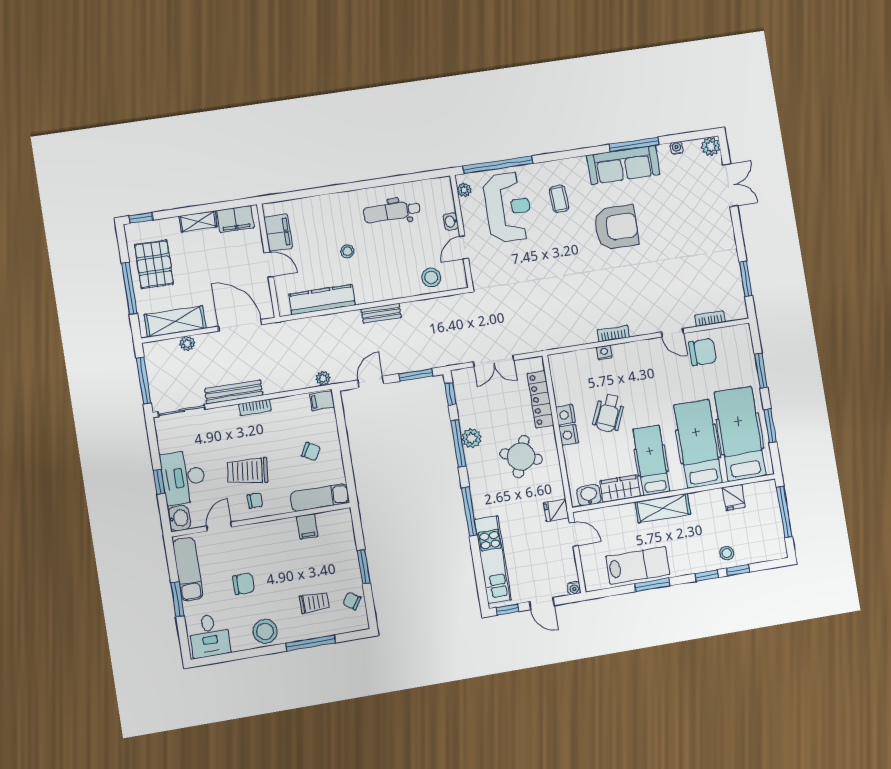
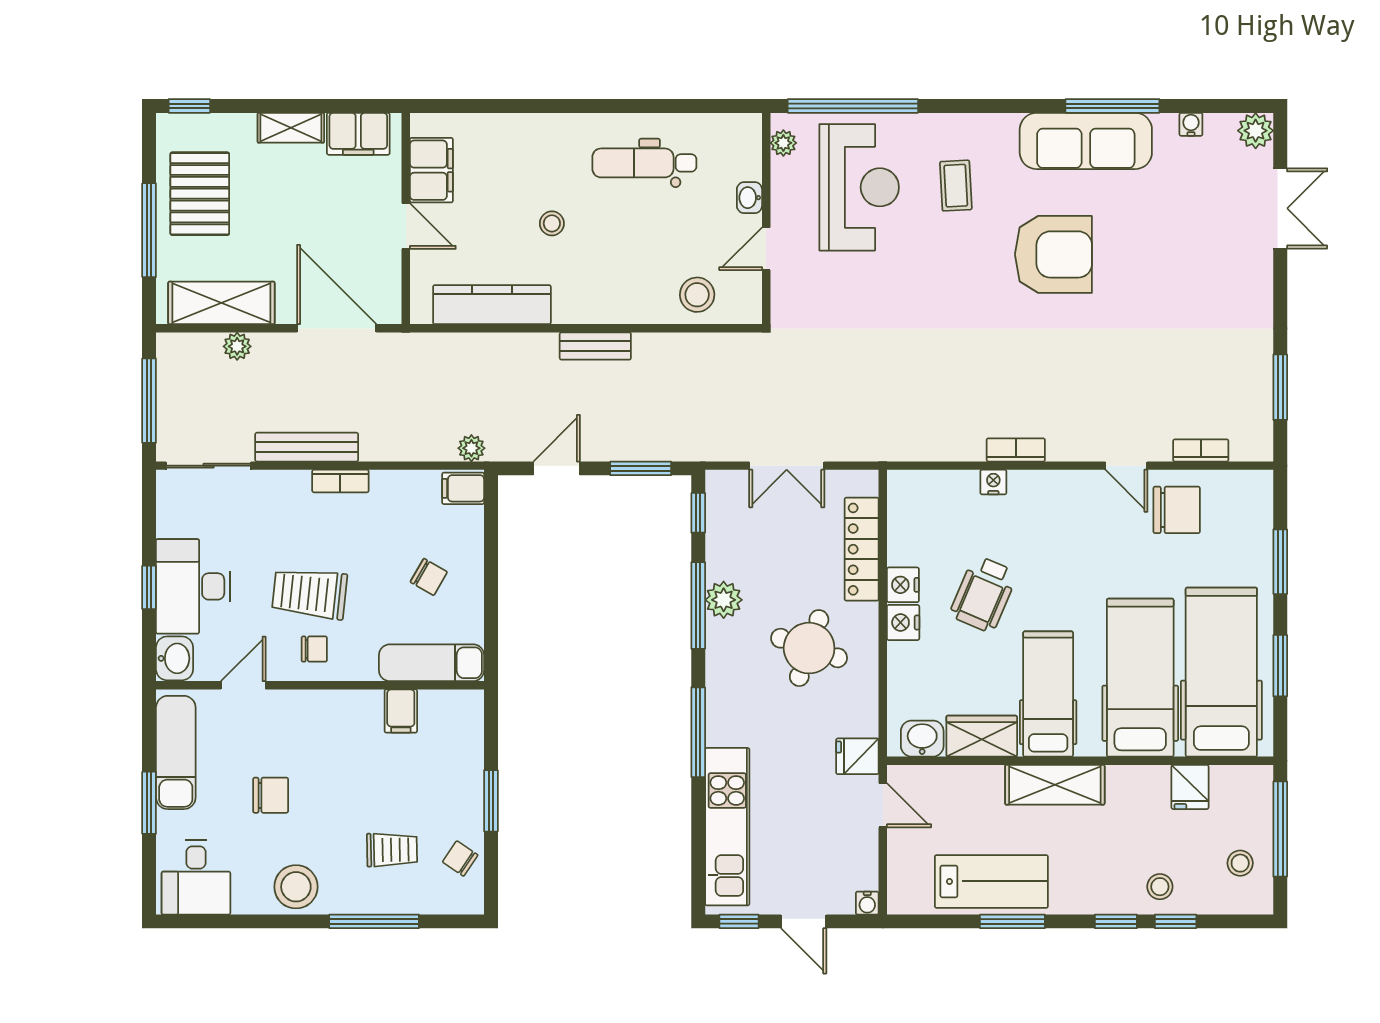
stool: (767, 533) -> (1240, 863), added

